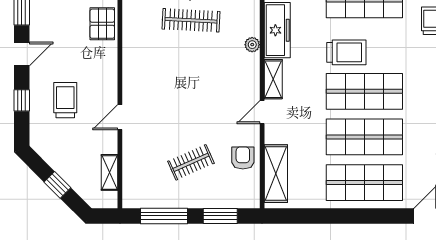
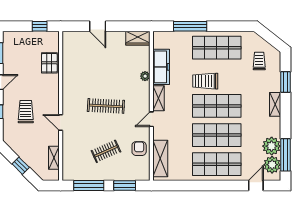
clothes rail: (191, 20) -> (106, 106), moved
trolley: (346, 52) -> (205, 81), turned 180
door: (120, 117) -> (61, 123), hinge flipped

